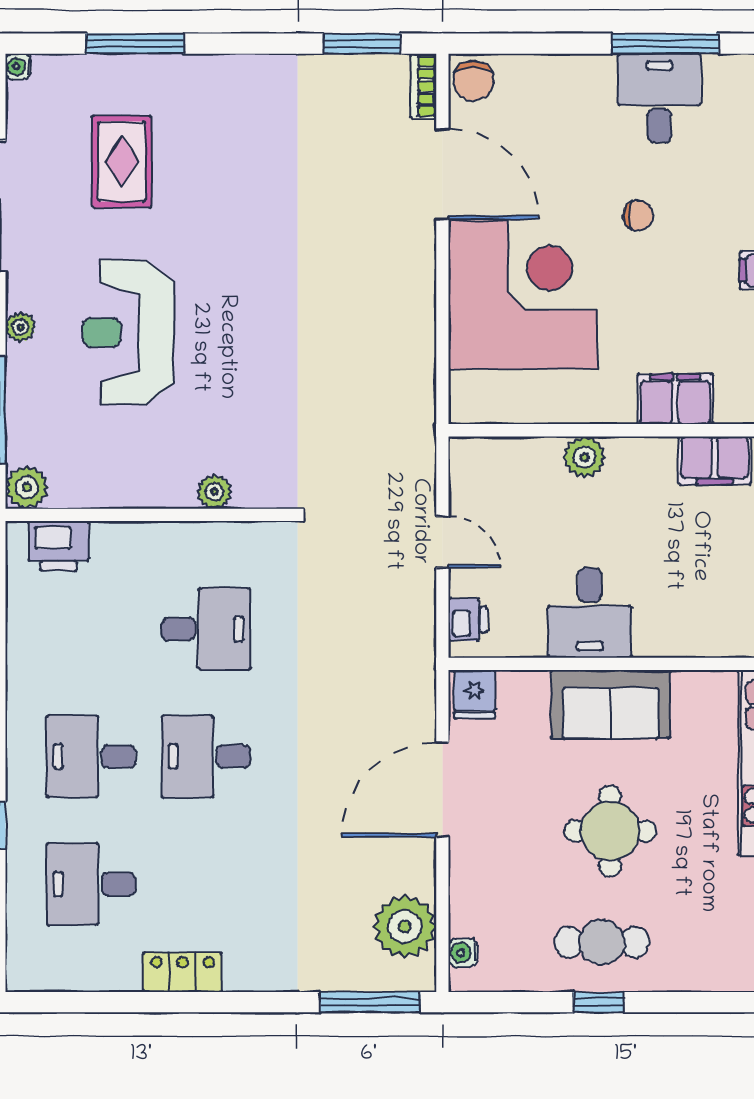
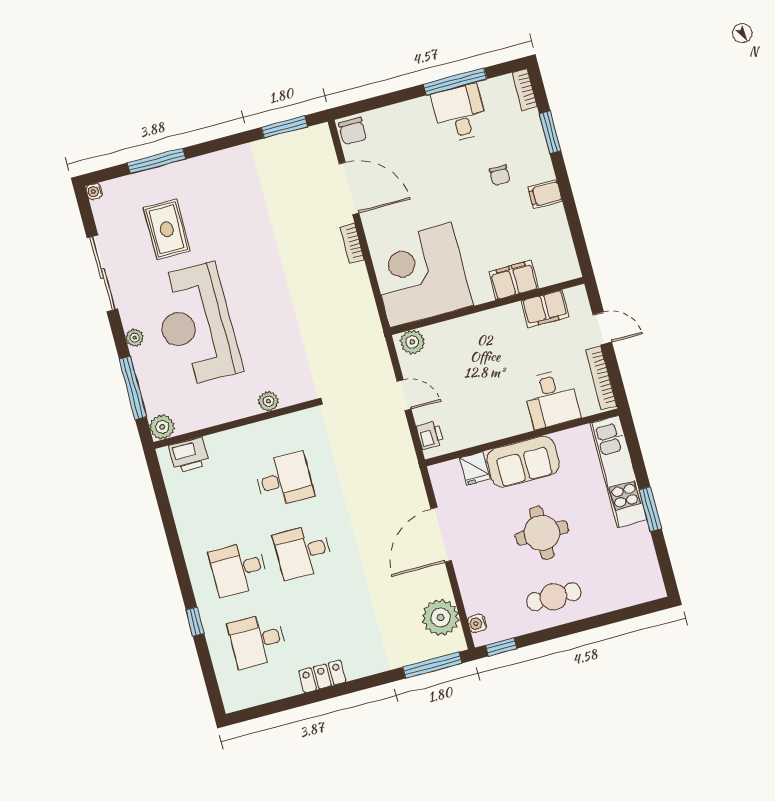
bookcase: (423, 86) -> (352, 243), moved
chair: (638, 216) -> (500, 175), moved, turned 90
corner desk: (523, 295) -> (421, 275), moved, turned -90
reception desk: (128, 332) -> (196, 324), width x1.36, depth x1.30
plant: (584, 457) -> (412, 342), moved
desk: (590, 613) -> (551, 399), moved
fridge: (474, 694) -> (475, 468), moved
window: (599, 1002) -> (501, 647), moved

